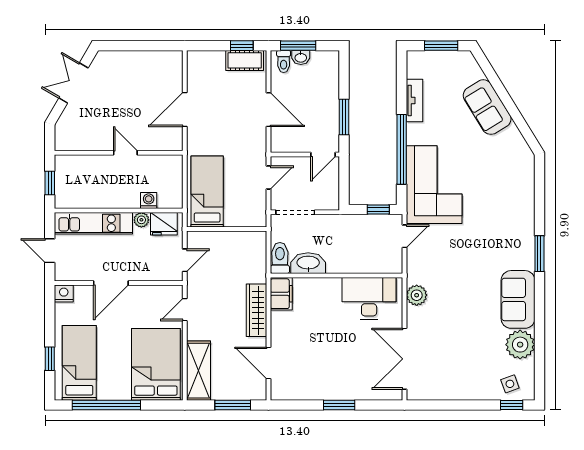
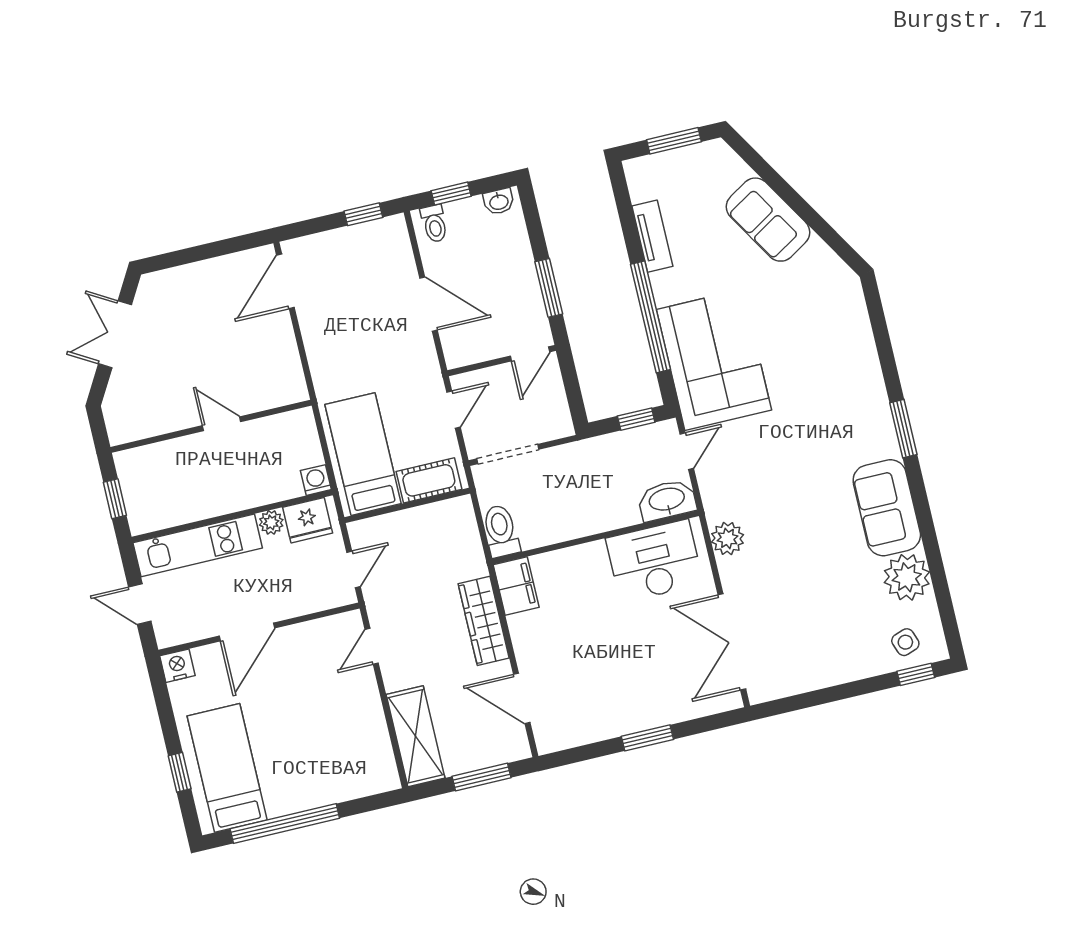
window: (298, 46) -> (451, 193), width x0.67
washbasin: (301, 57) -> (499, 202), moved
cot: (245, 60) -> (429, 480), moved
door: (185, 110) -> (285, 281), moved
washing machine: (149, 200) -> (316, 480), moved
washbasin: (308, 263) -> (667, 500), moved
bed: (156, 364) -> (347, 742), removed

